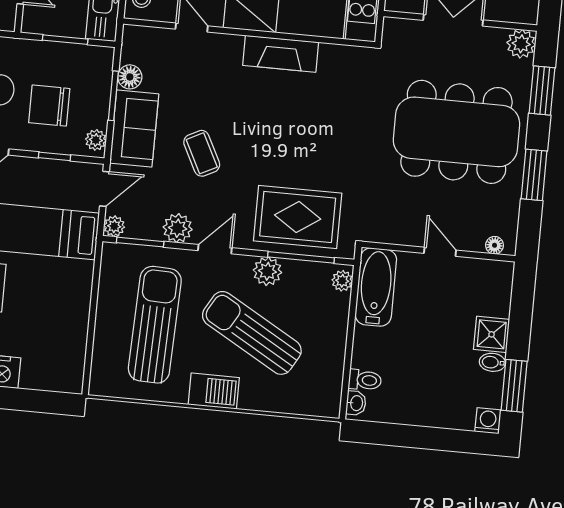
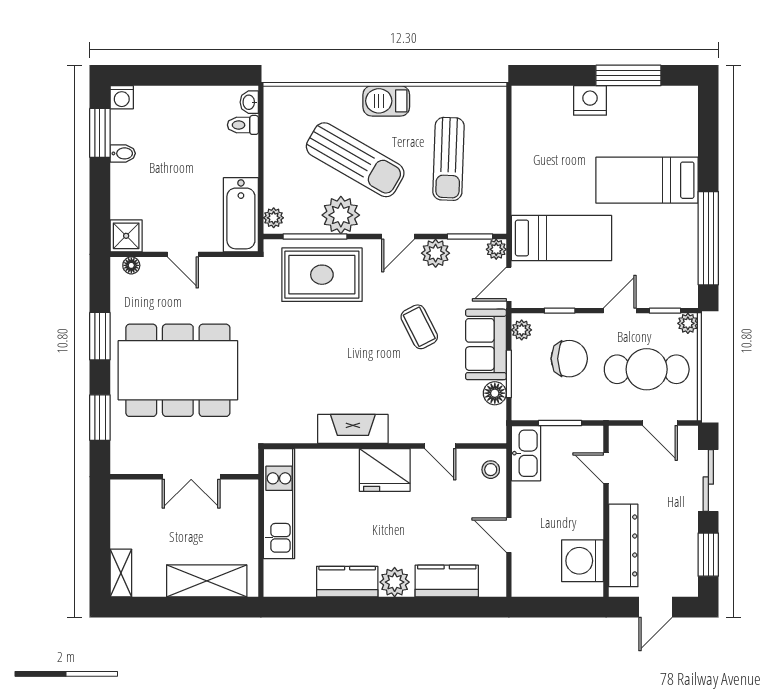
plant: (521, 44) -> (124, 460), removed
plant: (267, 271) -> (341, 215), width x1.36, depth x1.36
sun lounger: (155, 325) -> (449, 159), width x0.73, depth x0.75
shower: (492, 334) -> (126, 236), moved

